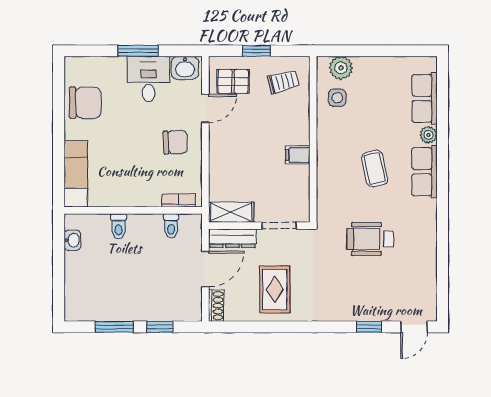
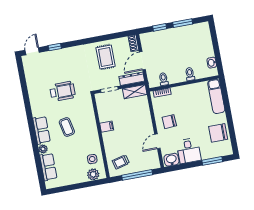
window: (138, 51) -> (212, 161), moved
window: (256, 51) -> (137, 175), width x2.17
pallet: (233, 81) -> (146, 157), removed

